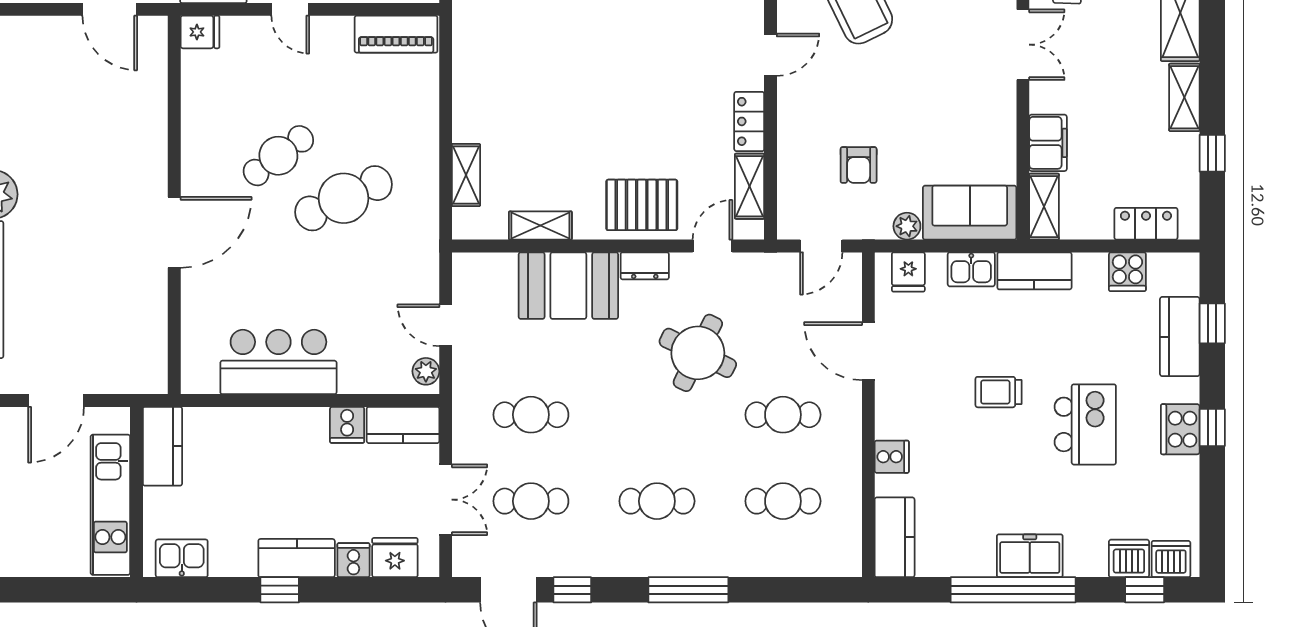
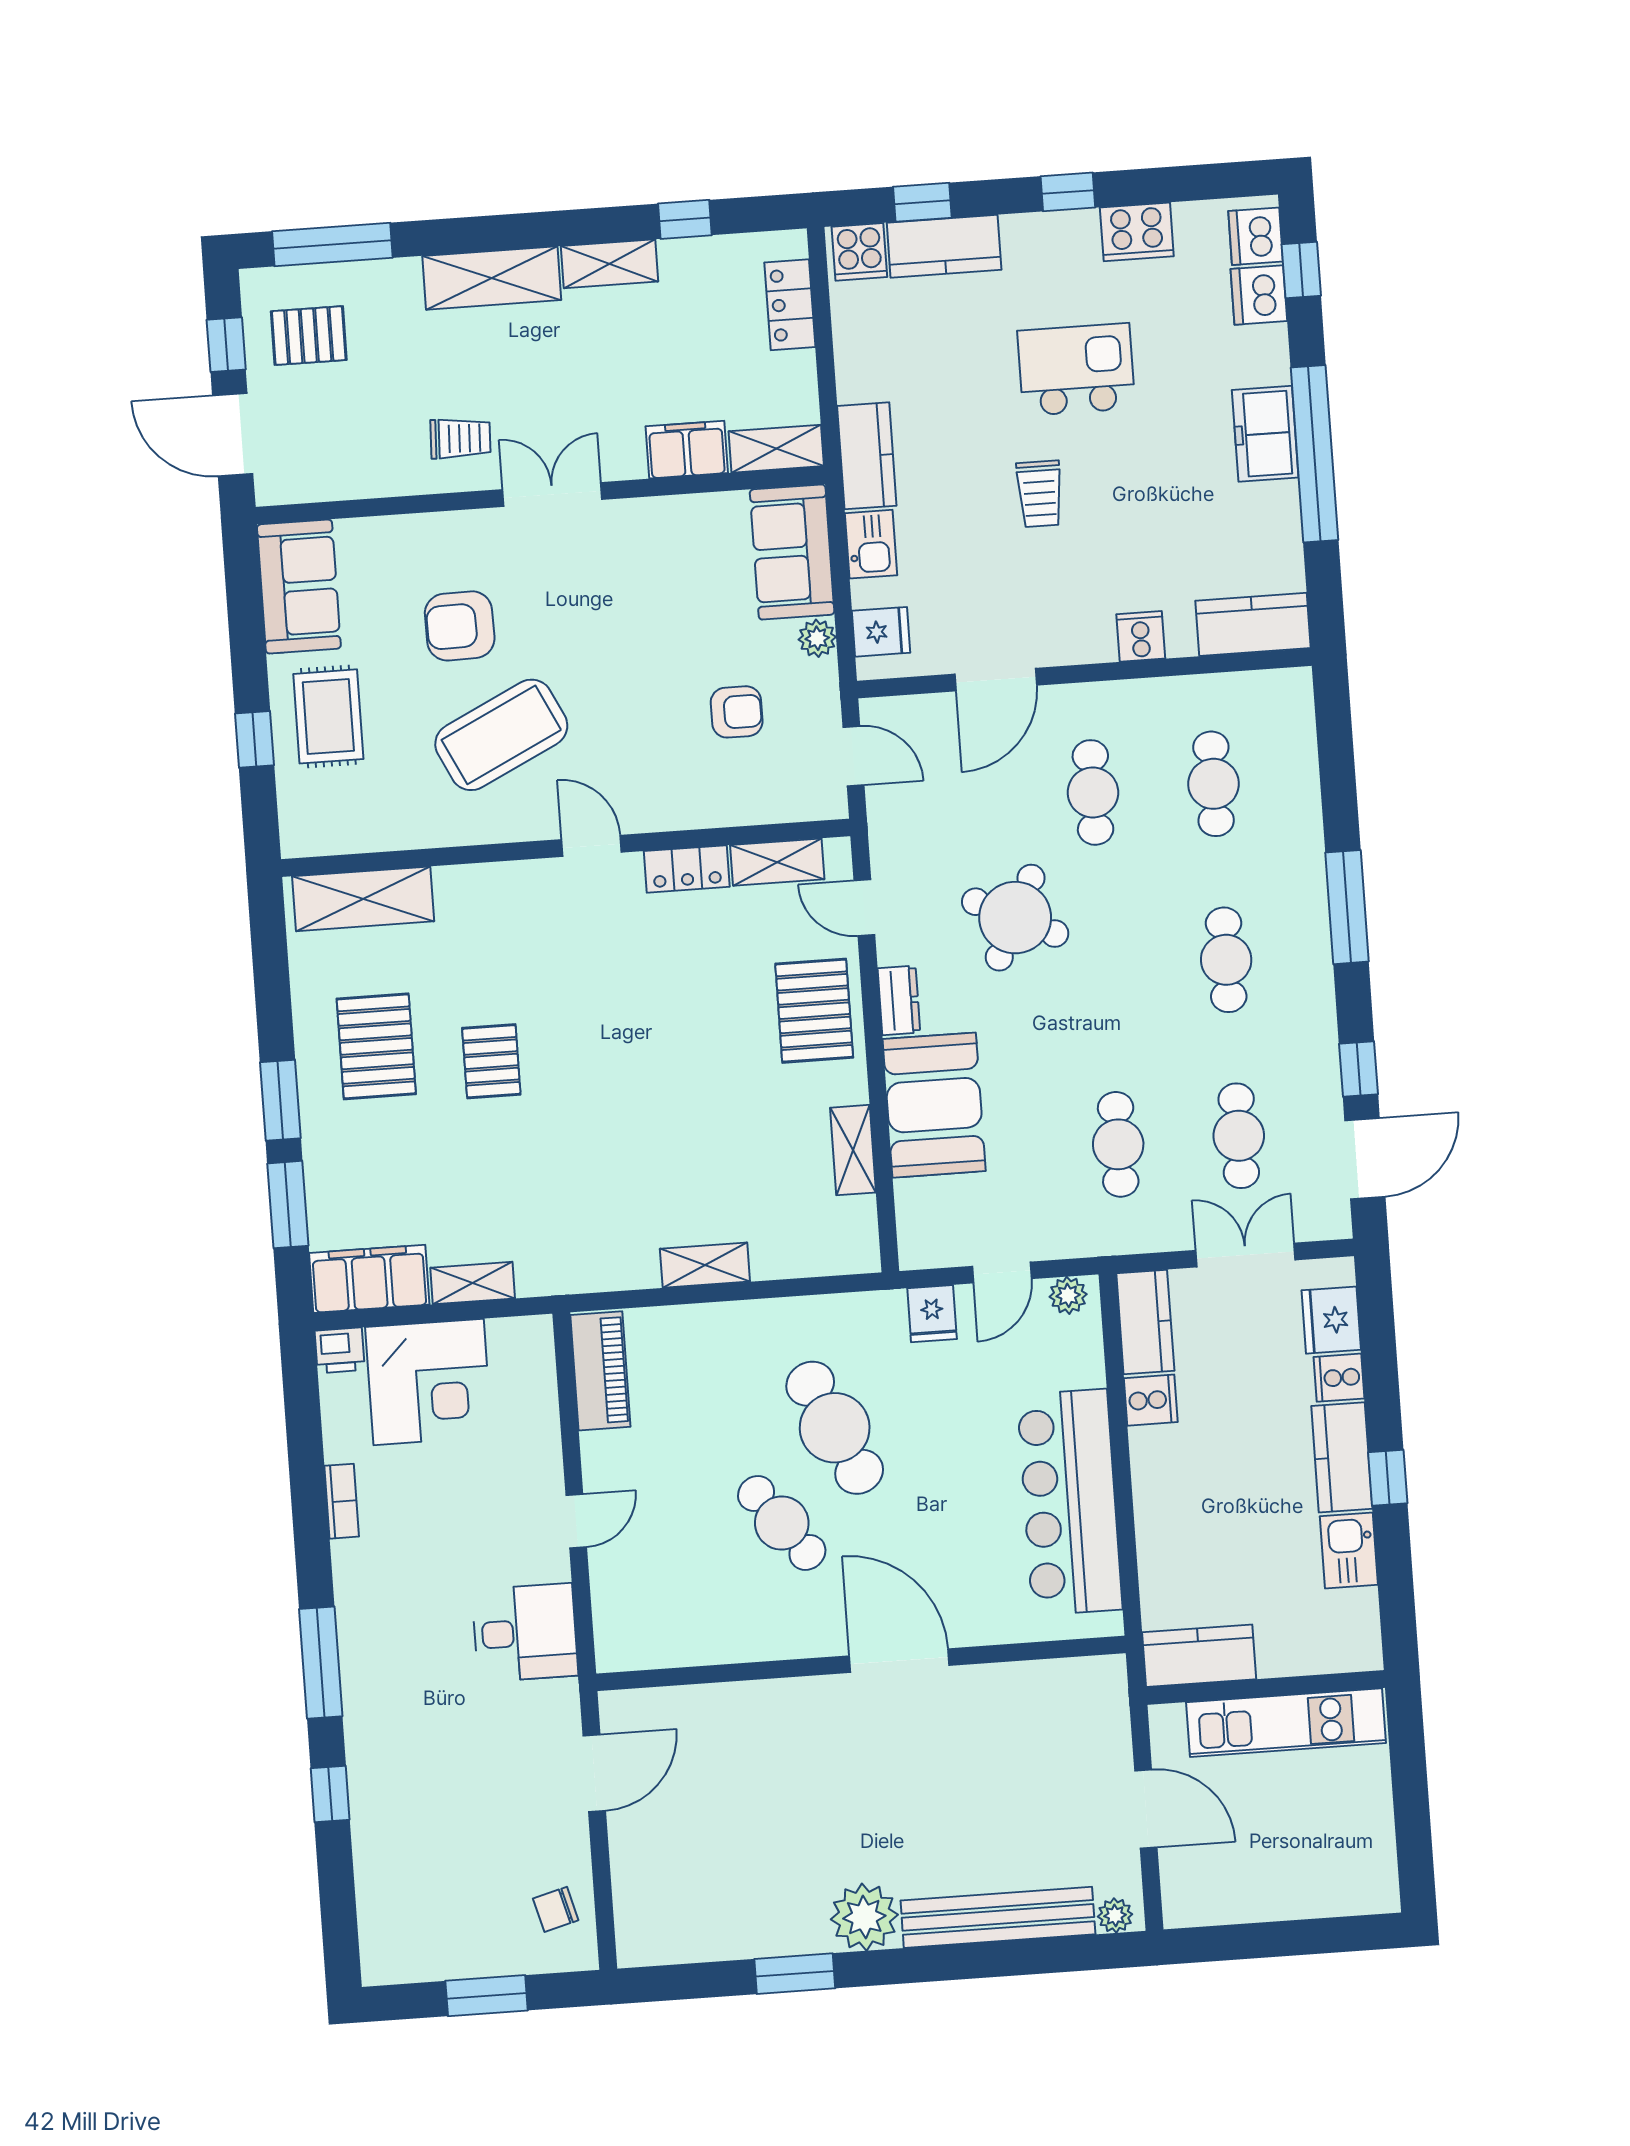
fridge: (200, 32) -> (932, 1314), moved, turned 180
shelving: (466, 175) -> (705, 1265), moved
cooker: (1127, 272) -> (859, 252), moved, turned 90
bar counter: (278, 362) -> (1070, 1502), width x1.36
cooker: (1180, 429) -> (1137, 232), moved
kitchen sink: (182, 558) -> (1349, 1550), moved

